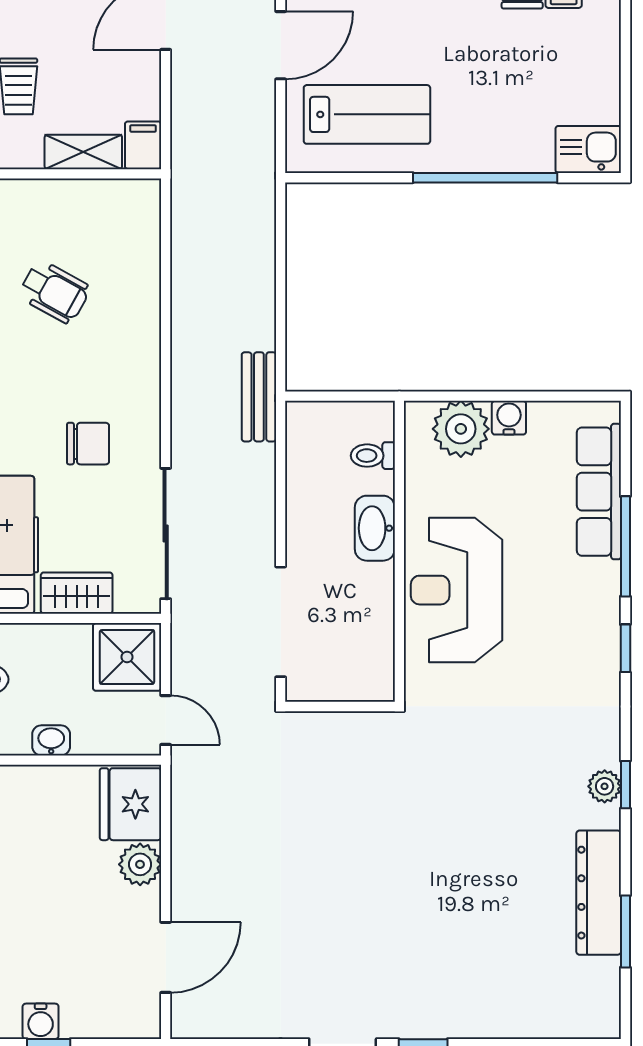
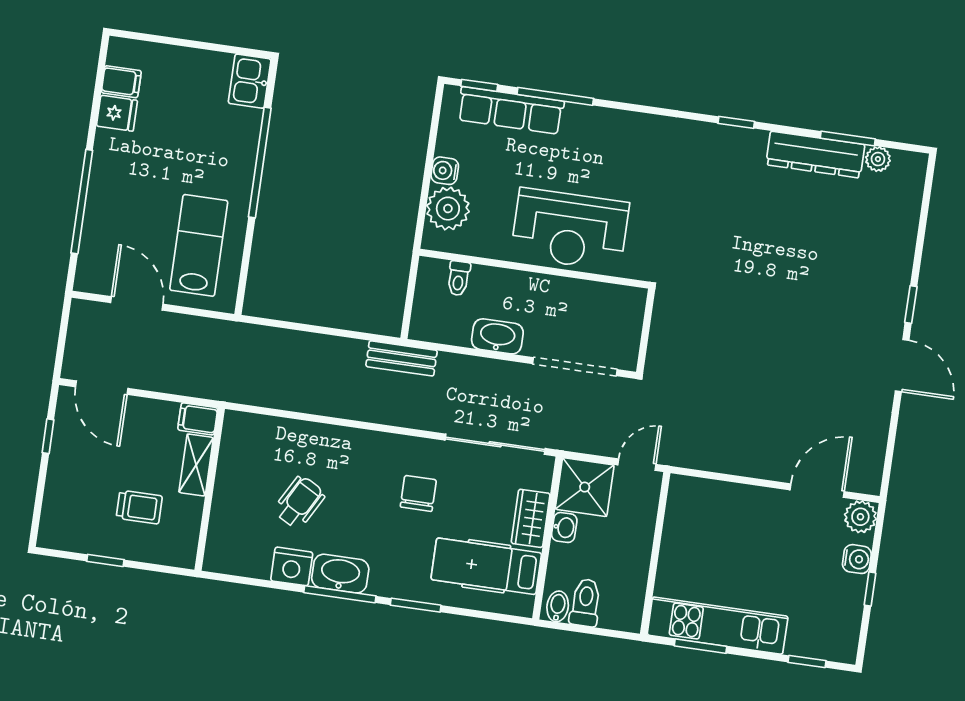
washbasin: (375, 528) -> (497, 336), moved, turned 180
window: (625, 648) -> (479, 85), moved
washbasin: (51, 740) -> (564, 527), moved, turned 180
plant: (605, 786) -> (878, 159), moved
fridge: (130, 804) -> (697, 501), removed
plant: (140, 864) -> (860, 517), moved
door: (166, 957) -> (817, 491), hinge flipped
water cooler: (41, 1021) -> (857, 559), moved

